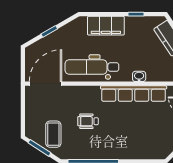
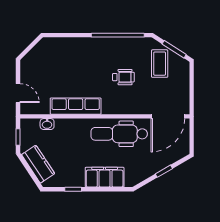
dental chair: (92, 67) -> (119, 134), turned 180
washbasin: (139, 76) -> (47, 124), moved
row of seats: (134, 94) -> (76, 106), width x0.73

